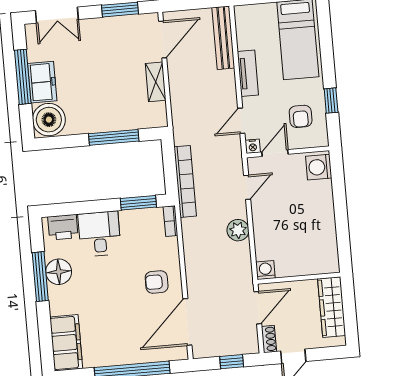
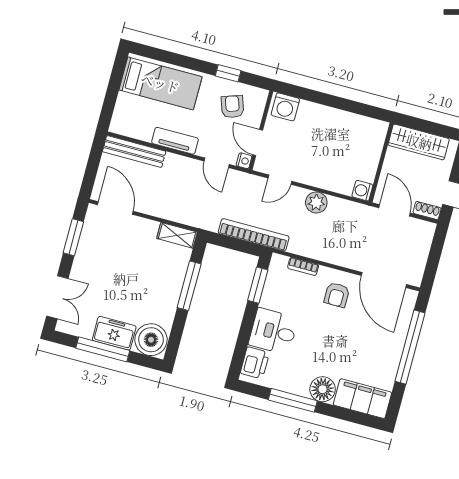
shelving: (156, 82) -> (177, 235), moved
armchair: (301, 116) -> (232, 107), turned -109
door: (247, 187) -> (280, 180), swing flipped
bookcase: (170, 221) -> (303, 266), moved
floor lamp: (59, 272) -> (323, 389), moved
window: (232, 362) -> (435, 252), removed

